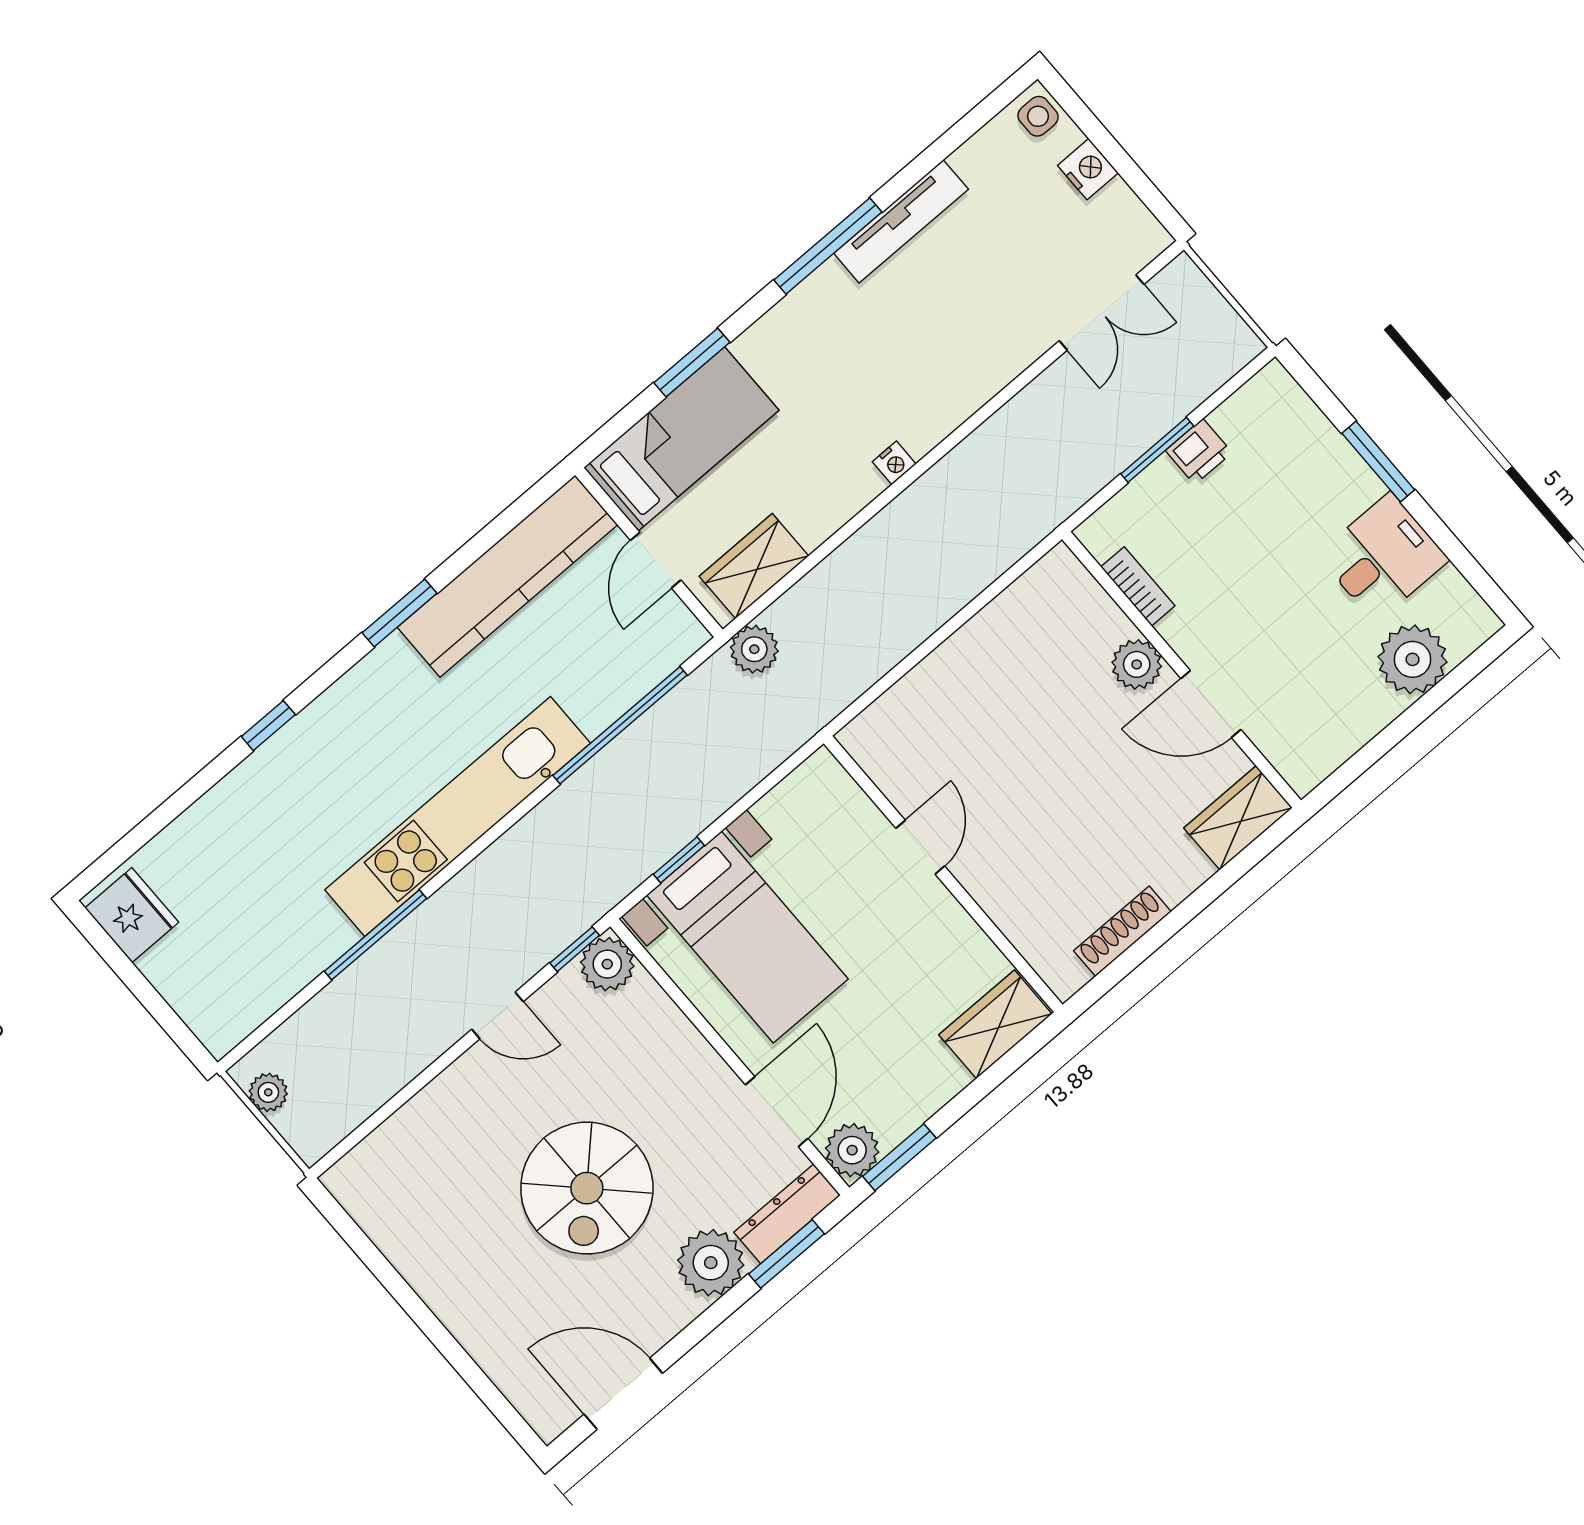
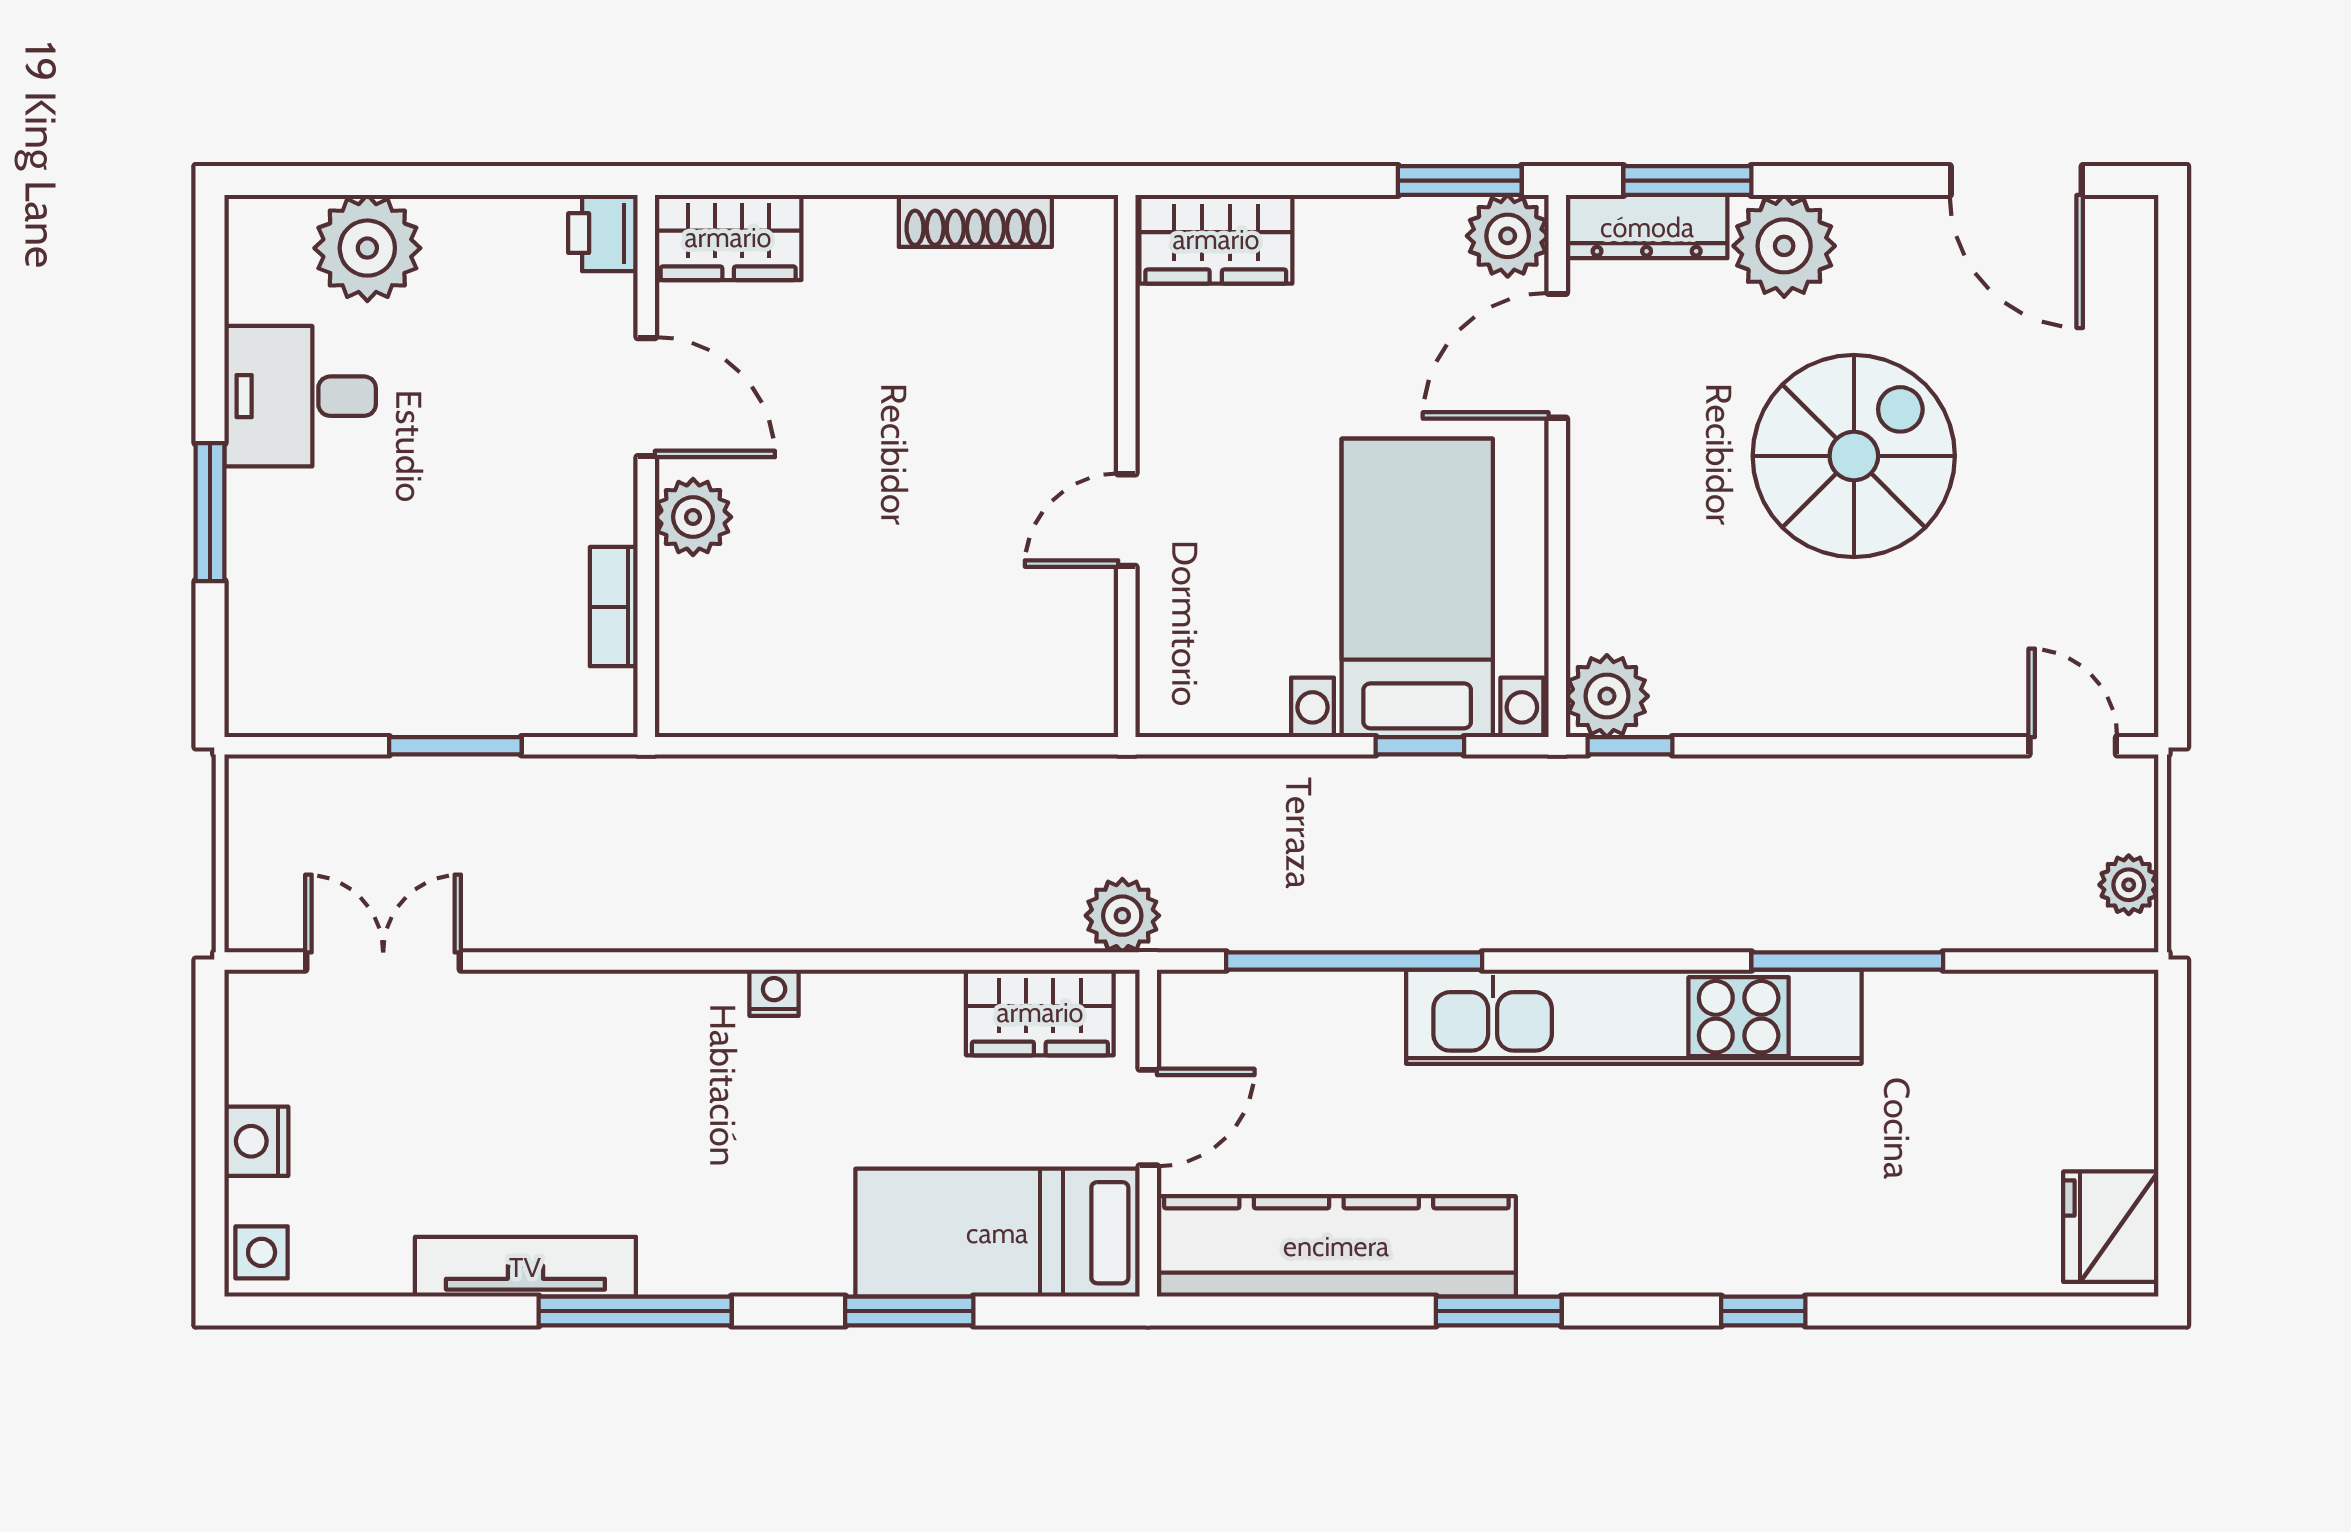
printer: (1199, 452) -> (603, 233), moved, turned -90
door: (497, 1015) -> (2073, 746), moved

